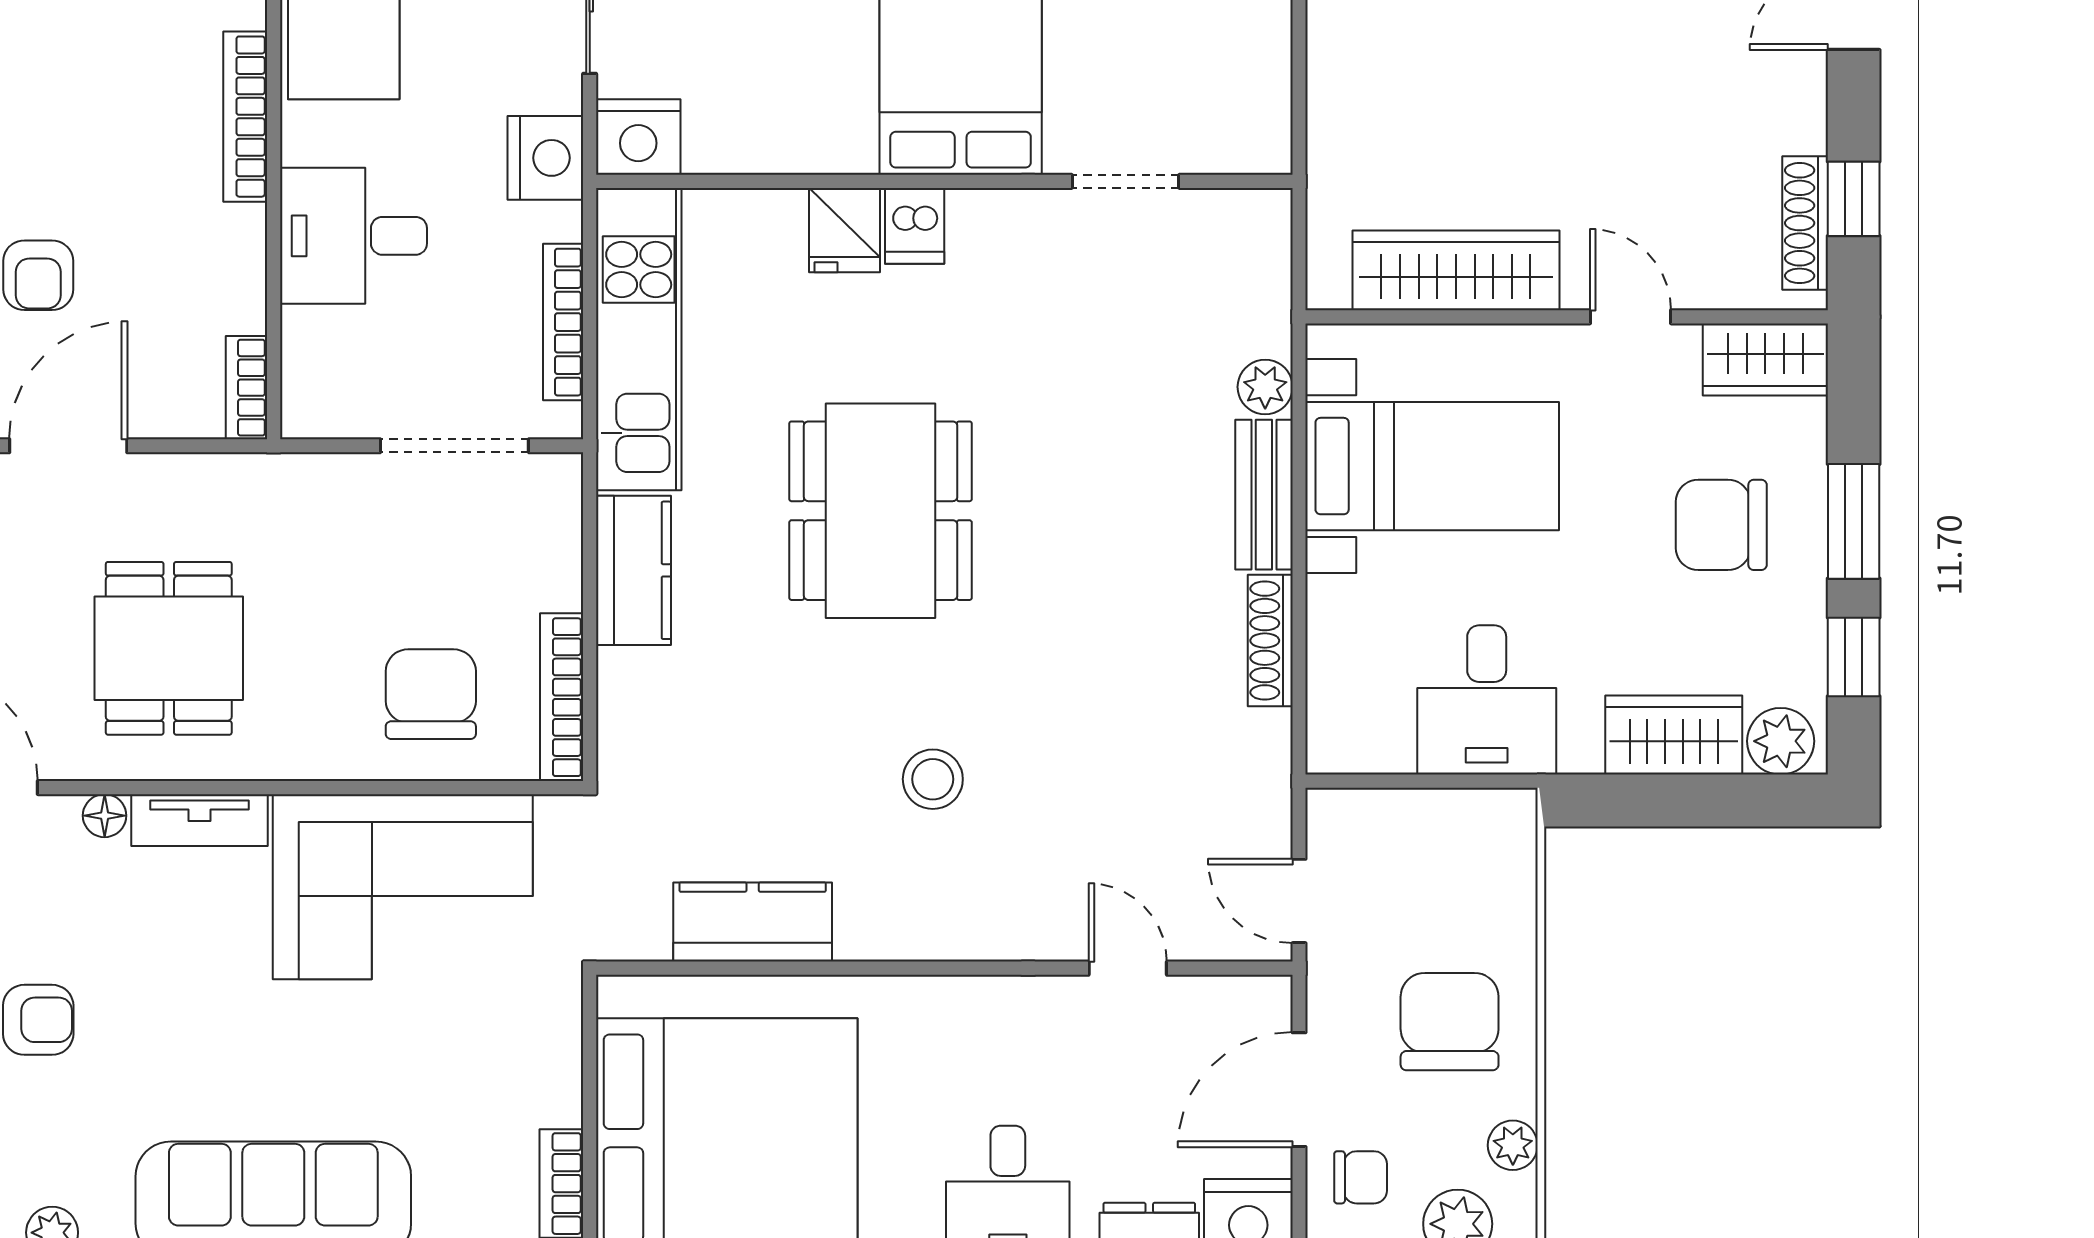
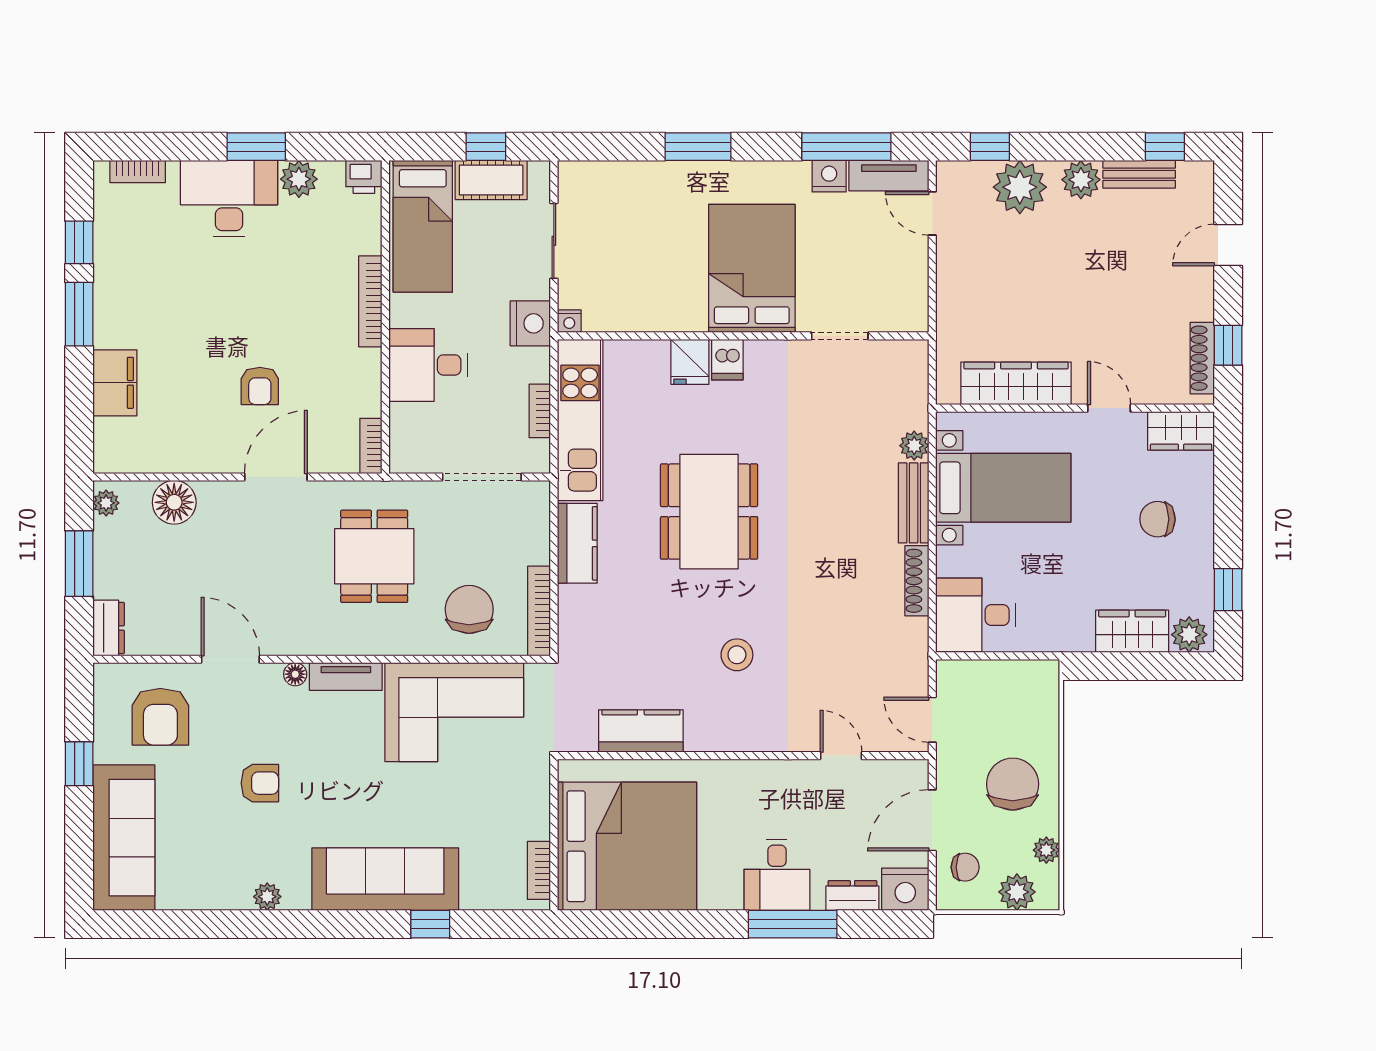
nightstand: (638, 137) -> (569, 321), width x0.53, depth x0.56
bookcase: (563, 322) -> (540, 411), width x0.64
window: (1854, 521) -> (1228, 517), removed
chair: (1721, 525) -> (1157, 519), width x0.73, depth x0.73
dining table: (169, 648) -> (374, 556), moved
desk: (1487, 700) -> (976, 615), moved, turned 90

